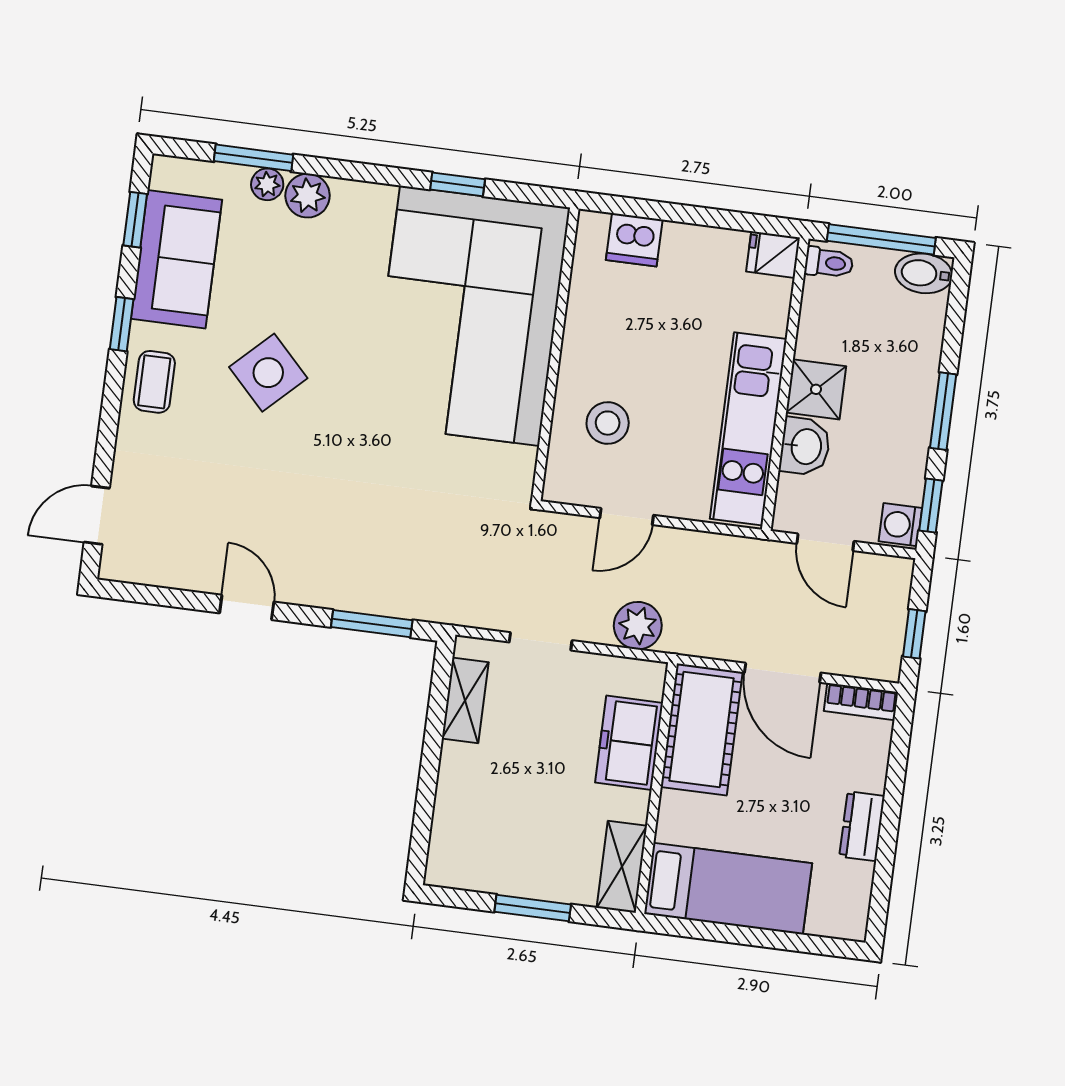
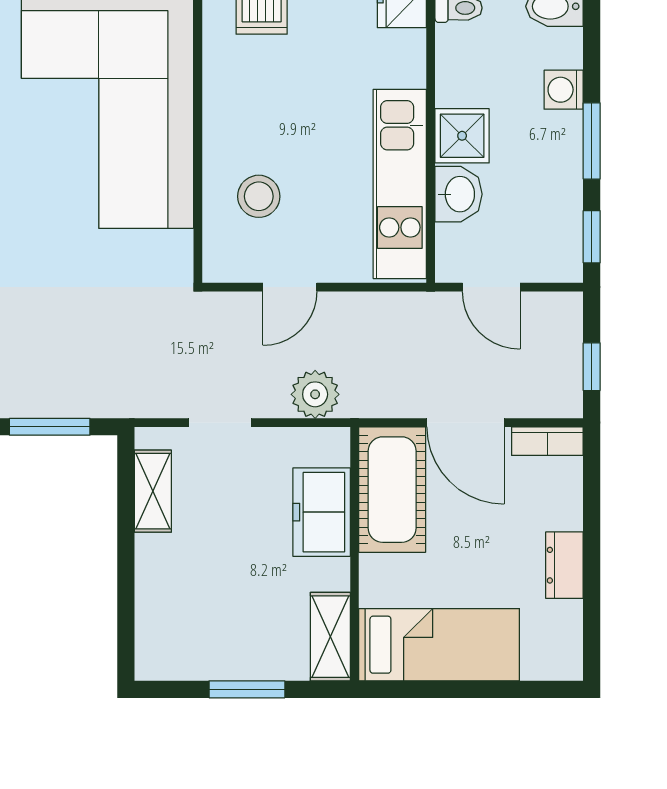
washing machine: (900, 525) -> (564, 90), moved

